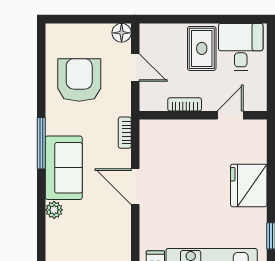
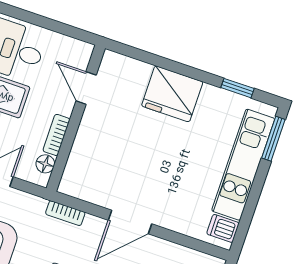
floor lamp: (159, 103) -> (45, 164), added

